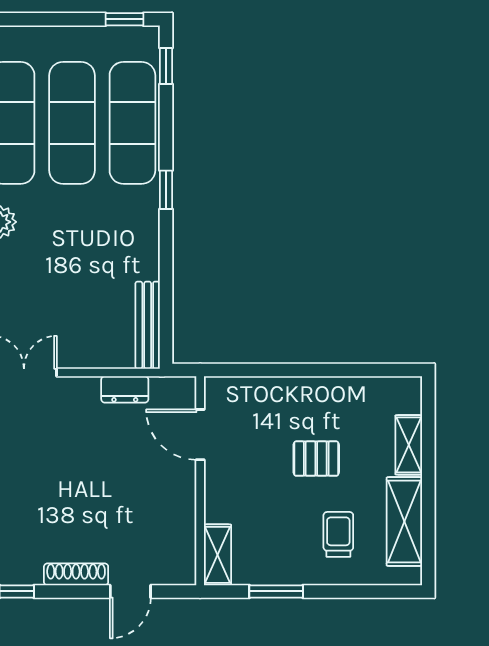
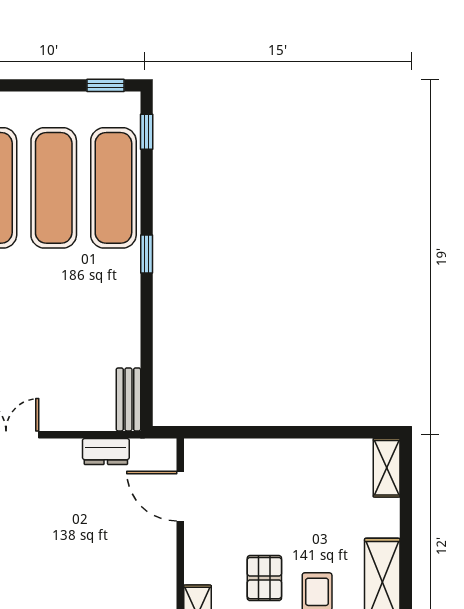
bench: (148, 325) -> (128, 399), width x0.73
shelving: (409, 445) -> (387, 468), moved
pallet: (316, 459) -> (264, 578), moved, turned 90

